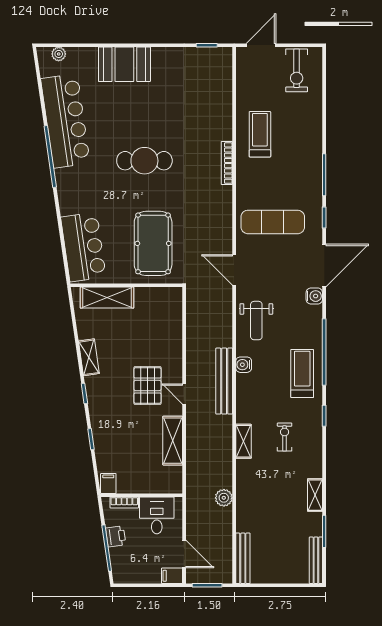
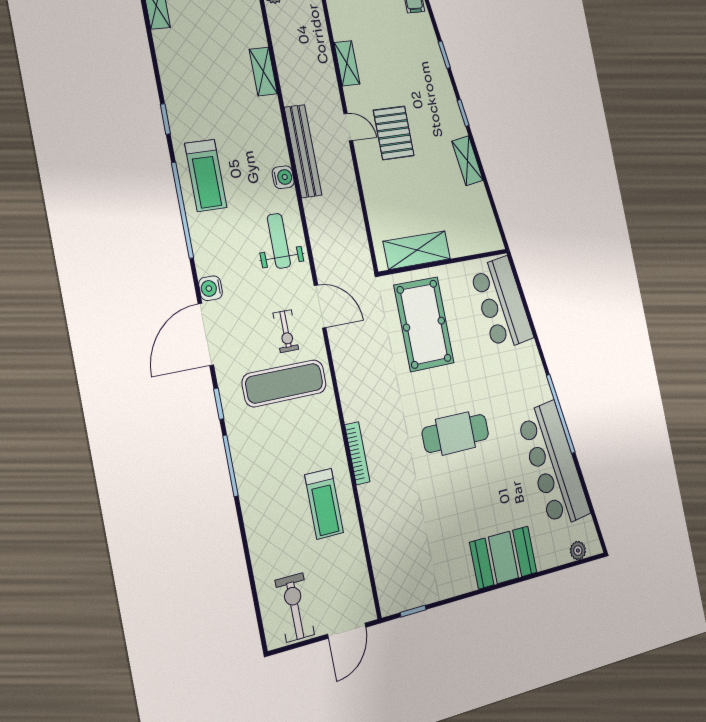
shelving: (107, 298) -> (417, 250), moved
exercise bike: (285, 437) -> (286, 331), moved
shelving: (173, 441) -> (347, 63), width x0.67, depth x0.75

